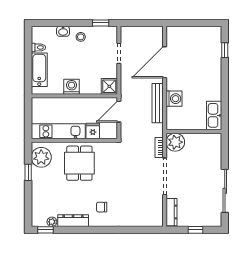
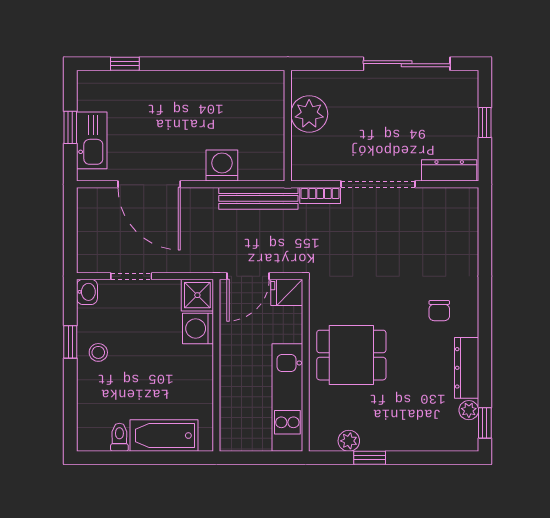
window: (101, 23) -> (70, 342), moved
window: (193, 23) -> (70, 127), added
washbasin: (63, 31) -> (87, 292), moved
washing machine: (72, 87) -> (198, 328), moved
bench: (158, 103) -> (258, 198), moved
door: (119, 112) -> (248, 276), hinge flipped
kitchen sink: (214, 115) -> (92, 140), moved, turned -90
fridge: (93, 131) -> (287, 292), moved
plant: (175, 142) -> (309, 114), moved
plant: (41, 157) -> (349, 441), width x0.53, depth x0.53

